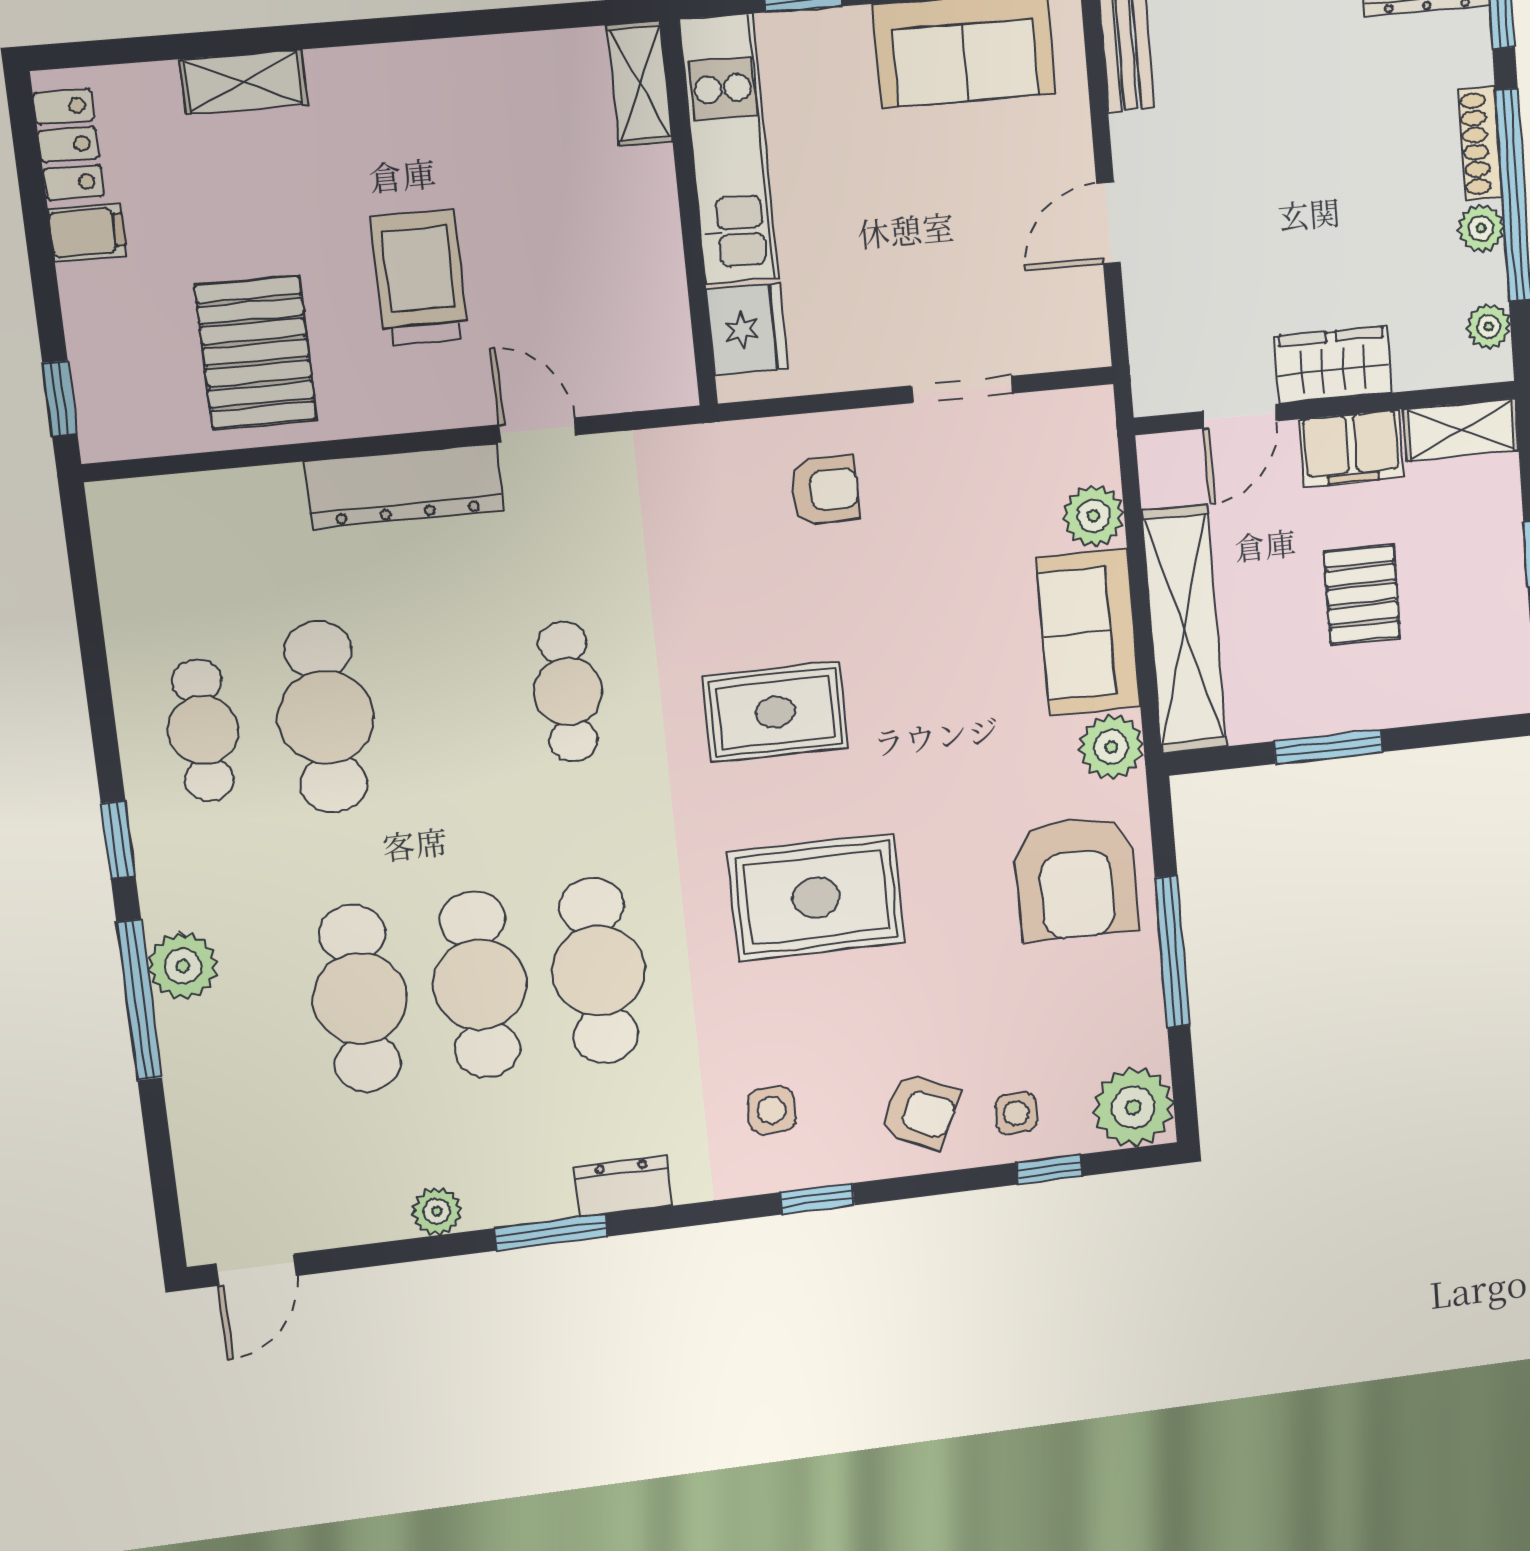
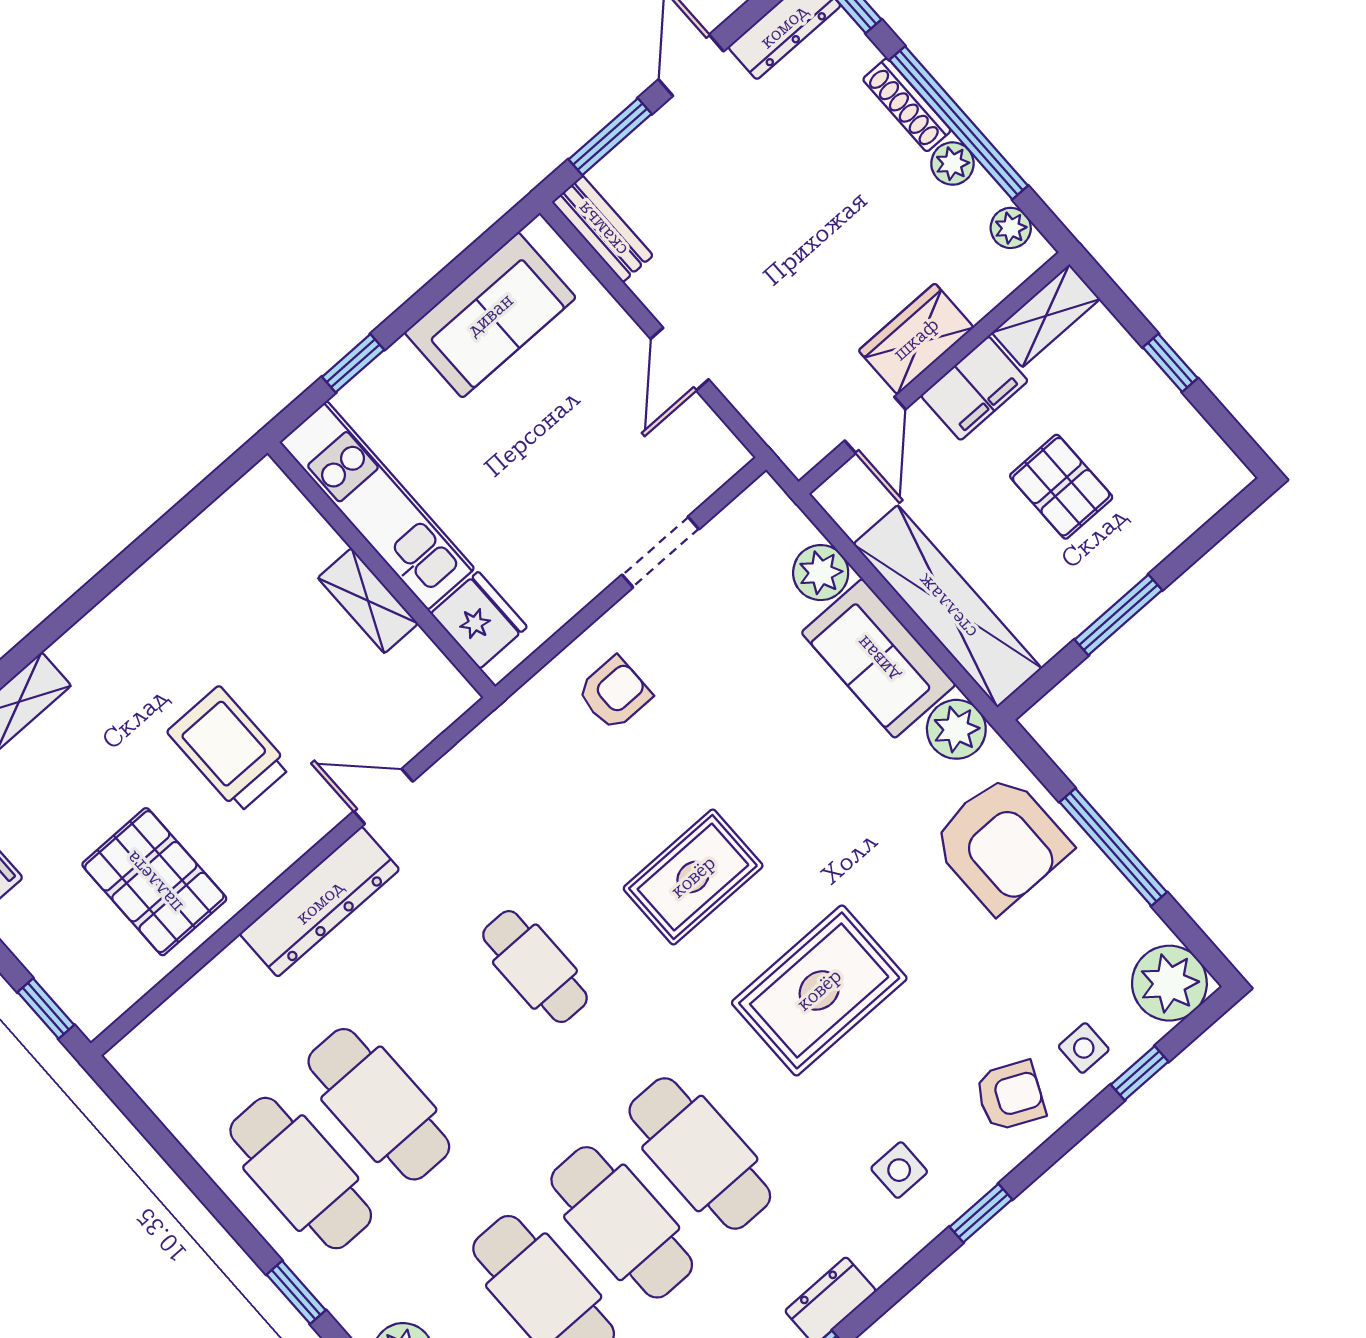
shelving: (640, 84) -> (368, 601), moved
cafe table: (203, 730) -> (301, 1173), width x1.37, depth x1.35

